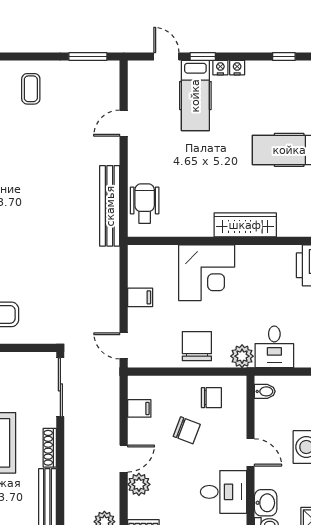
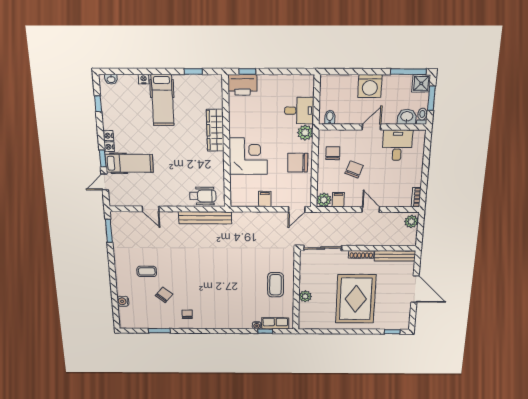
coffee table: (31, 89) -> (147, 271), moved
wheelchair: (145, 204) -> (203, 196), turned 180
plant: (139, 484) -> (324, 200), moved

